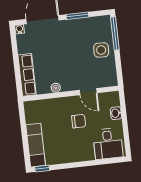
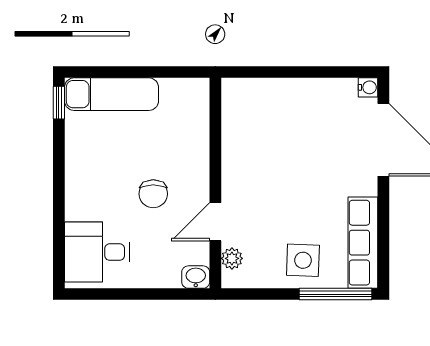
window: (77, 16) -> (383, 217), removed
row of seats: (27, 75) -> (363, 243), moved, turned 90
plant: (56, 88) -> (232, 258), moved
washbasin: (116, 113) -> (196, 277), moved

